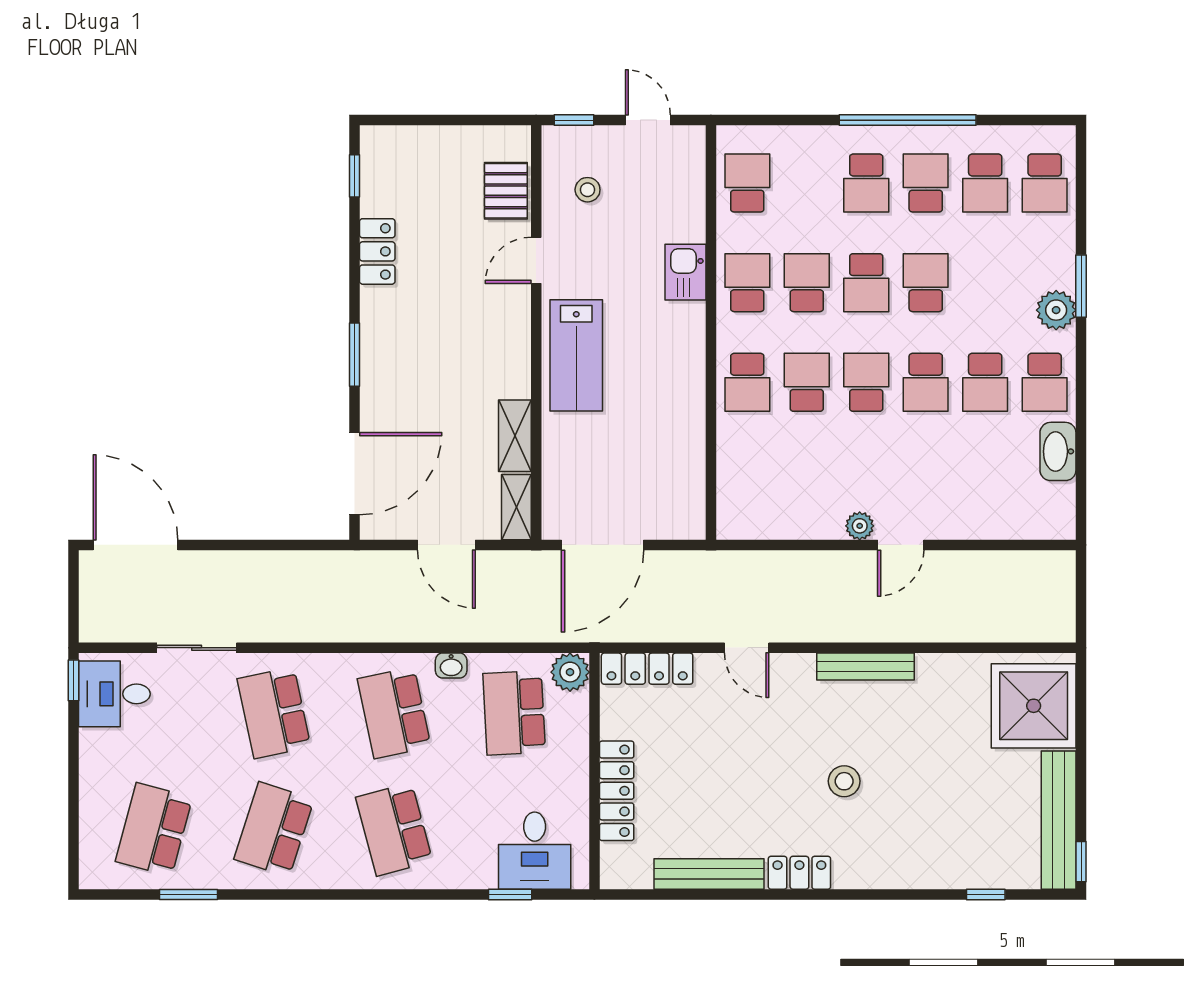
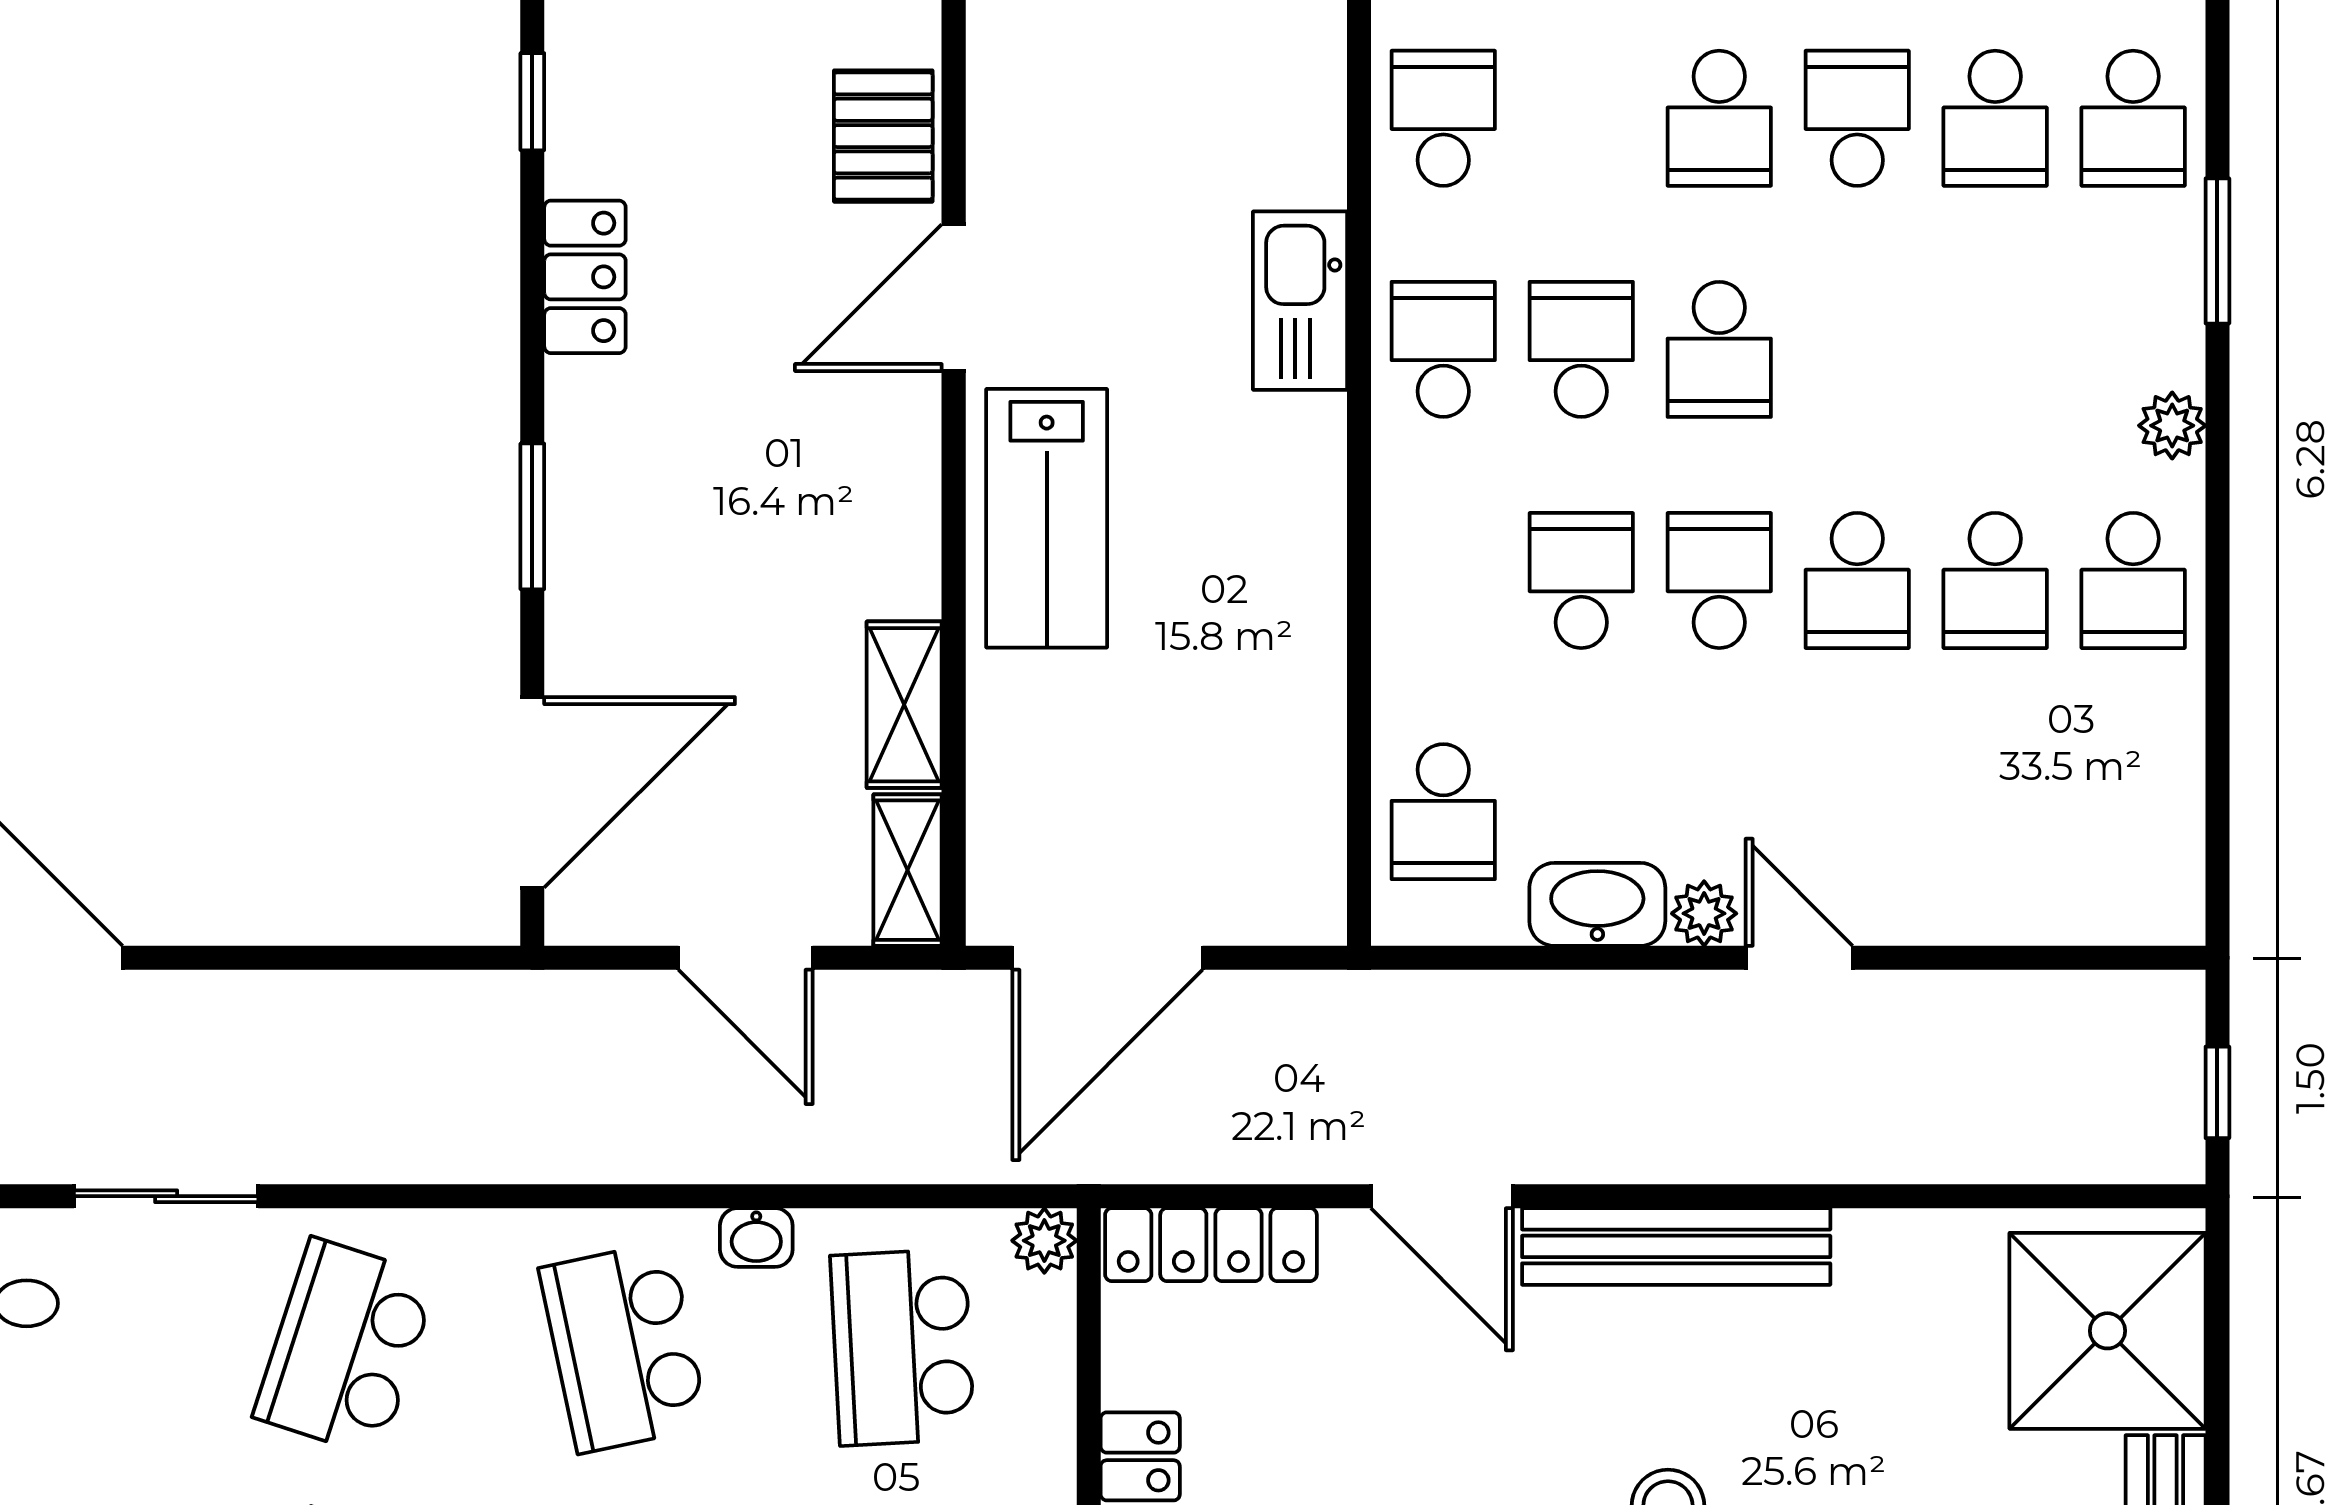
stool: (588, 190) -> (1073, 134), removed
door: (536, 260) -> (954, 298), width x1.38
kitchen sink: (686, 272) -> (1300, 301), width x1.38
school desk: (926, 283) -> (1857, 349), removed
window: (1081, 286) -> (2217, 251), moved
plant: (1056, 310) -> (2172, 426), width x0.73, depth x0.73
school desk: (747, 382) -> (1443, 812), moved
washbasin: (1058, 451) -> (1597, 904), moved, turned 90
door: (901, 545) -> (1799, 958), swing flipped
window: (1081, 603) -> (2217, 1092), added
door: (747, 648) -> (1442, 1196), width x1.38
bench: (866, 666) -> (1676, 1246), width x1.37, depth x1.21
plant: (570, 672) -> (1044, 1241), width x0.73, depth x0.73
school desk: (274, 713) -> (345, 1347), turned 30

